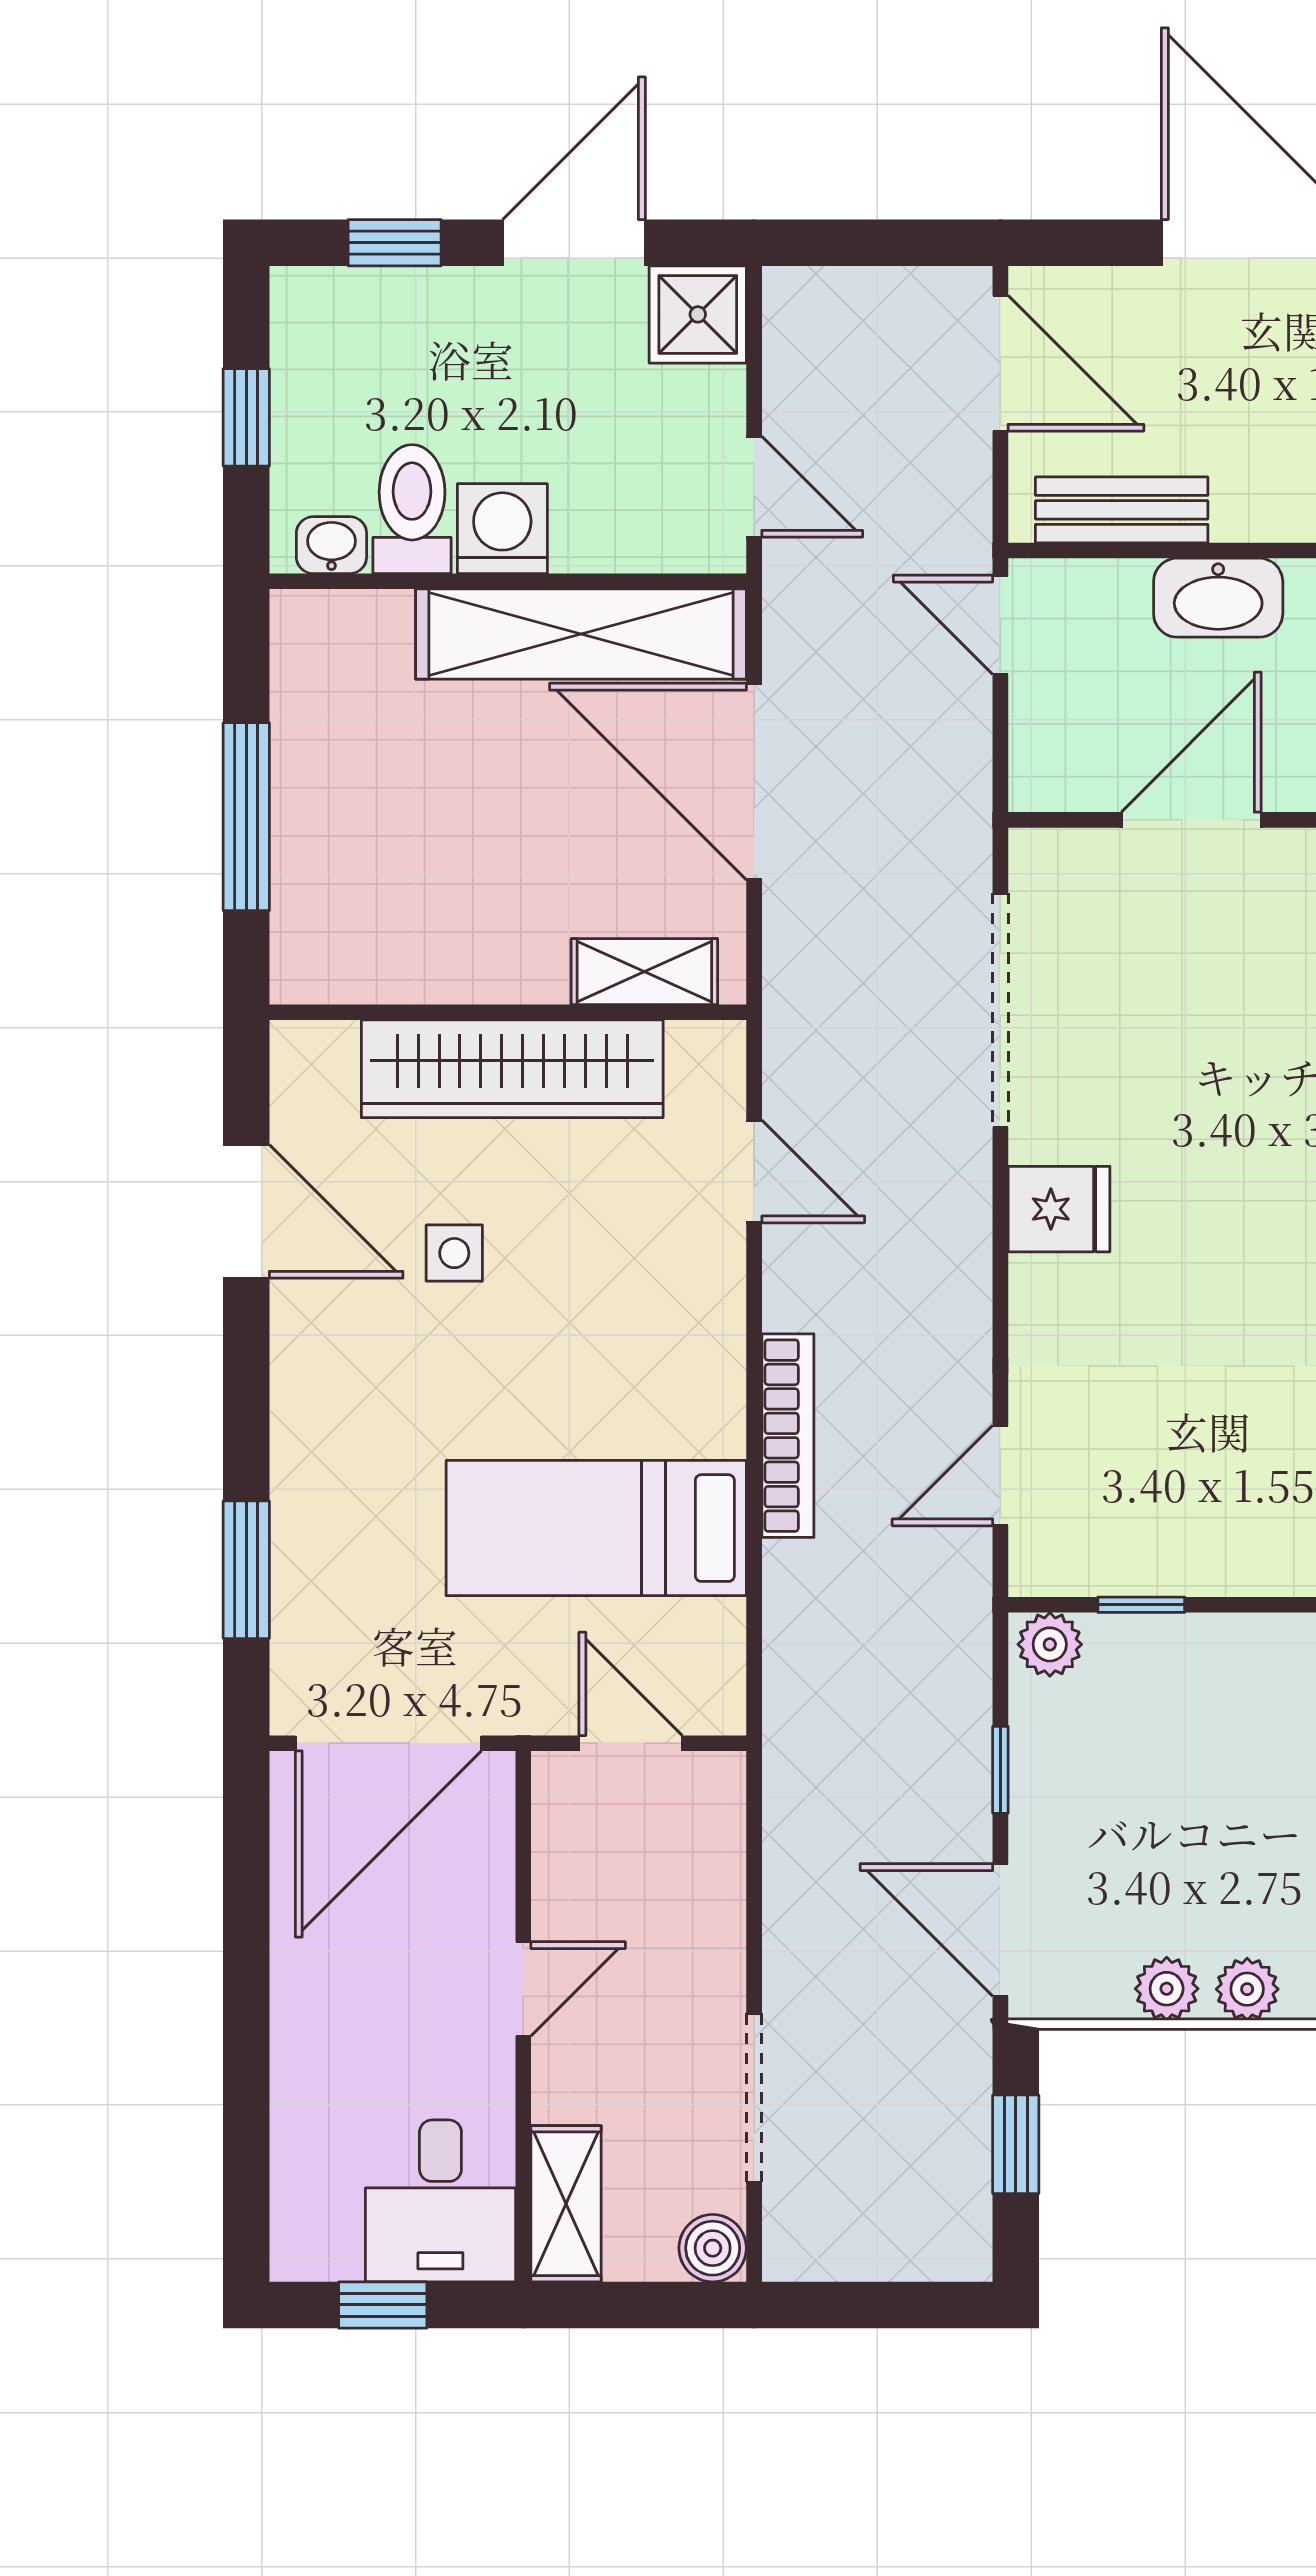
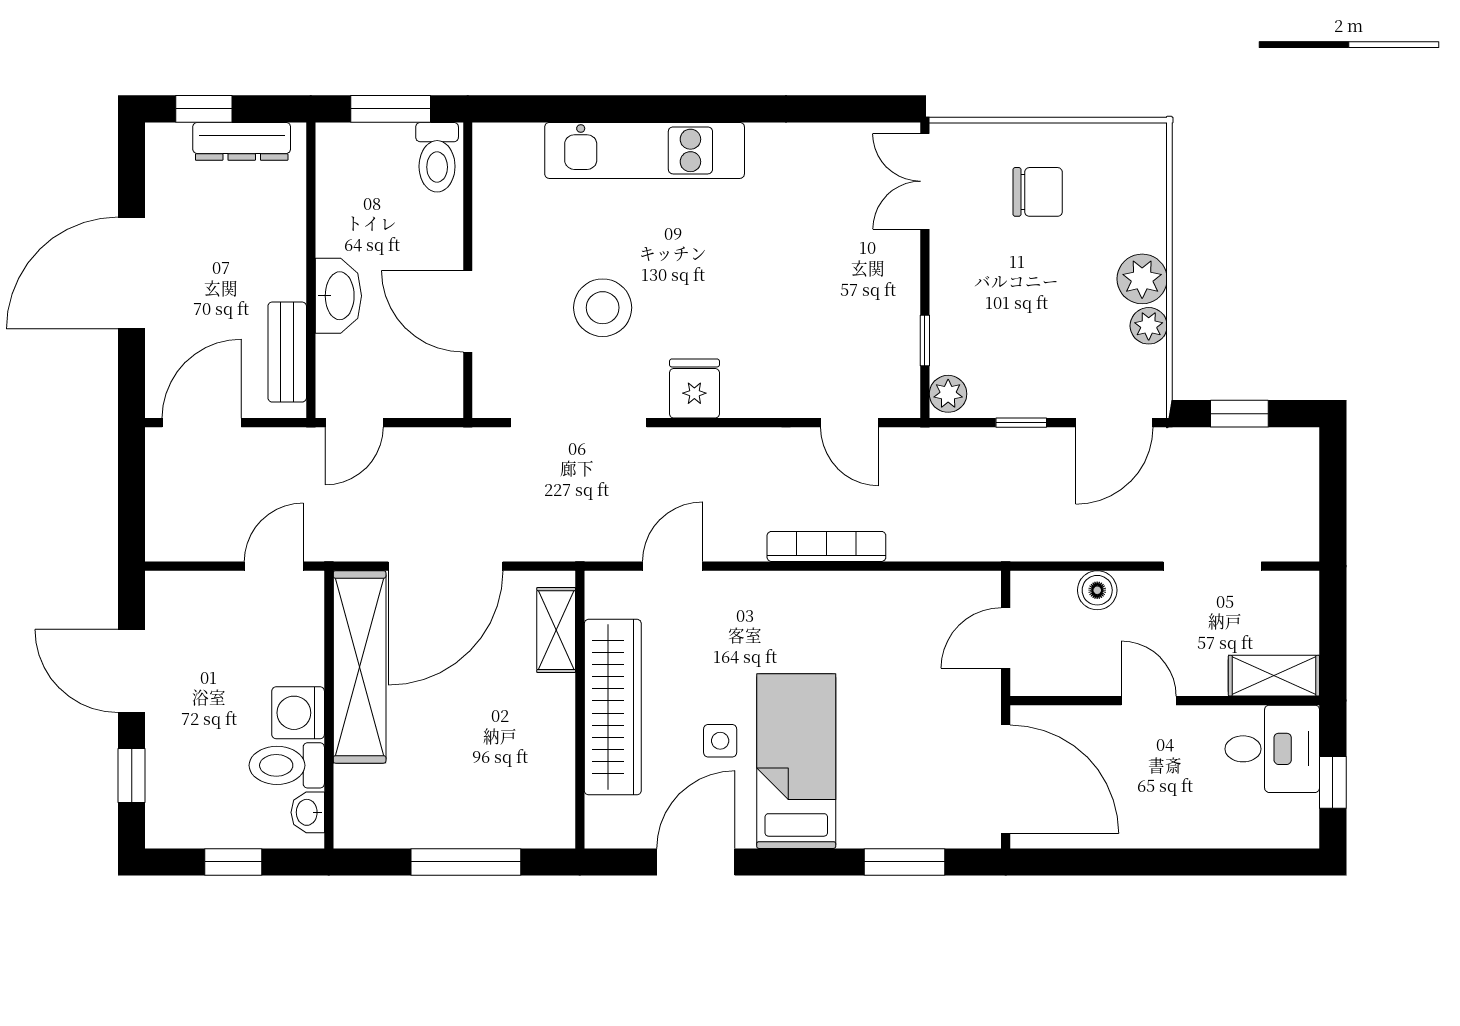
shower: (698, 314) -> (173, 599), removed
stool: (1198, 1051) -> (603, 308), added
bed: (596, 1528) -> (796, 761), moved, turned 180
plant: (1247, 1989) -> (1142, 279), width x1.38, depth x1.38
boiler: (713, 2248) -> (1097, 590), moved

